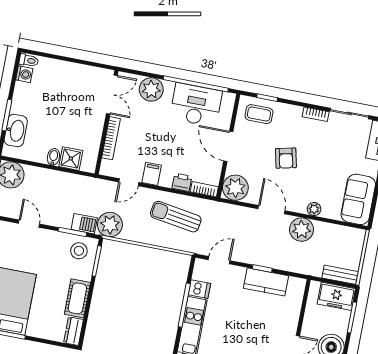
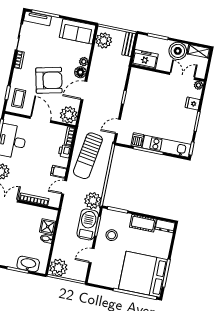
door: (228, 146) -> (41, 120), swing flipped
armchair: (286, 158) -> (49, 80), width x1.88, depth x1.88
door: (129, 182) -> (64, 187), swing flipped
floor lamp: (298, 204) -> (80, 72), added
sun lounger: (176, 217) -> (88, 156), width x1.36, depth x1.34
barbecue: (84, 224) -> (88, 224), width x1.88, depth x1.53
plant: (302, 230) -> (104, 40), moved
stool: (79, 251) -> (112, 235), moved
door: (219, 260) -> (118, 126), hinge flipped
kitchen counter: (266, 282) -> (133, 95), removed
freezer: (336, 296) -> (145, 59), moved, turned -90

